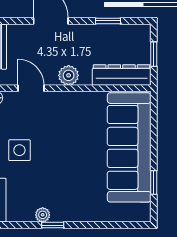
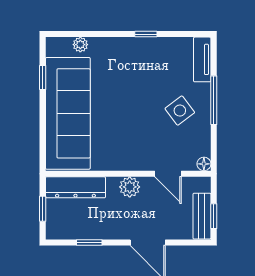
side table: (19, 150) -> (180, 111), turned -37
plant: (43, 215) -> (80, 45), moved

